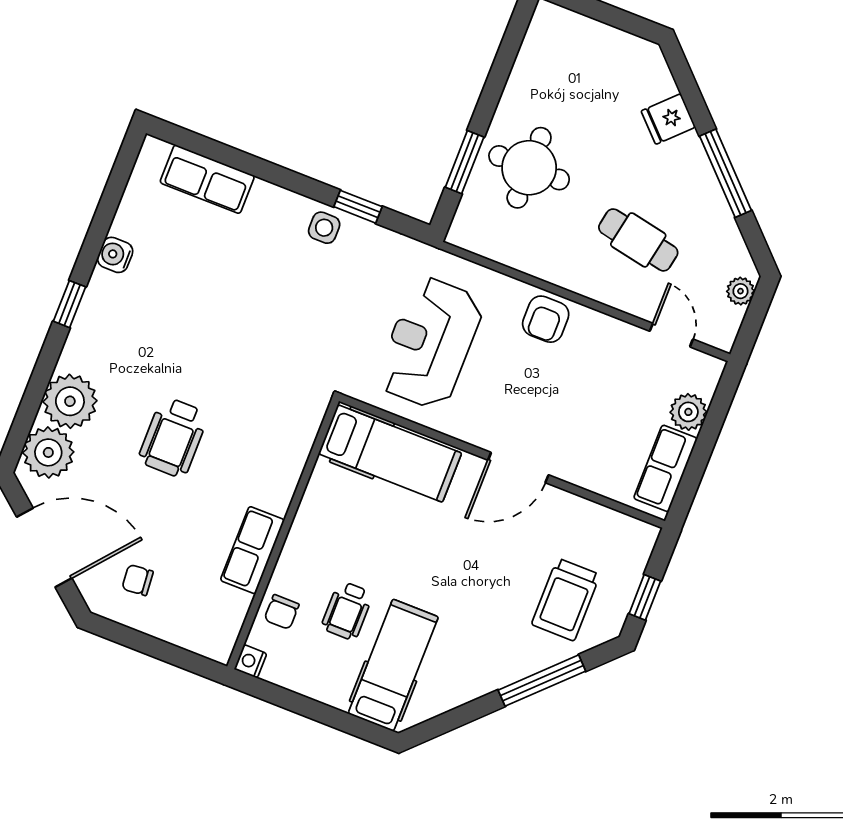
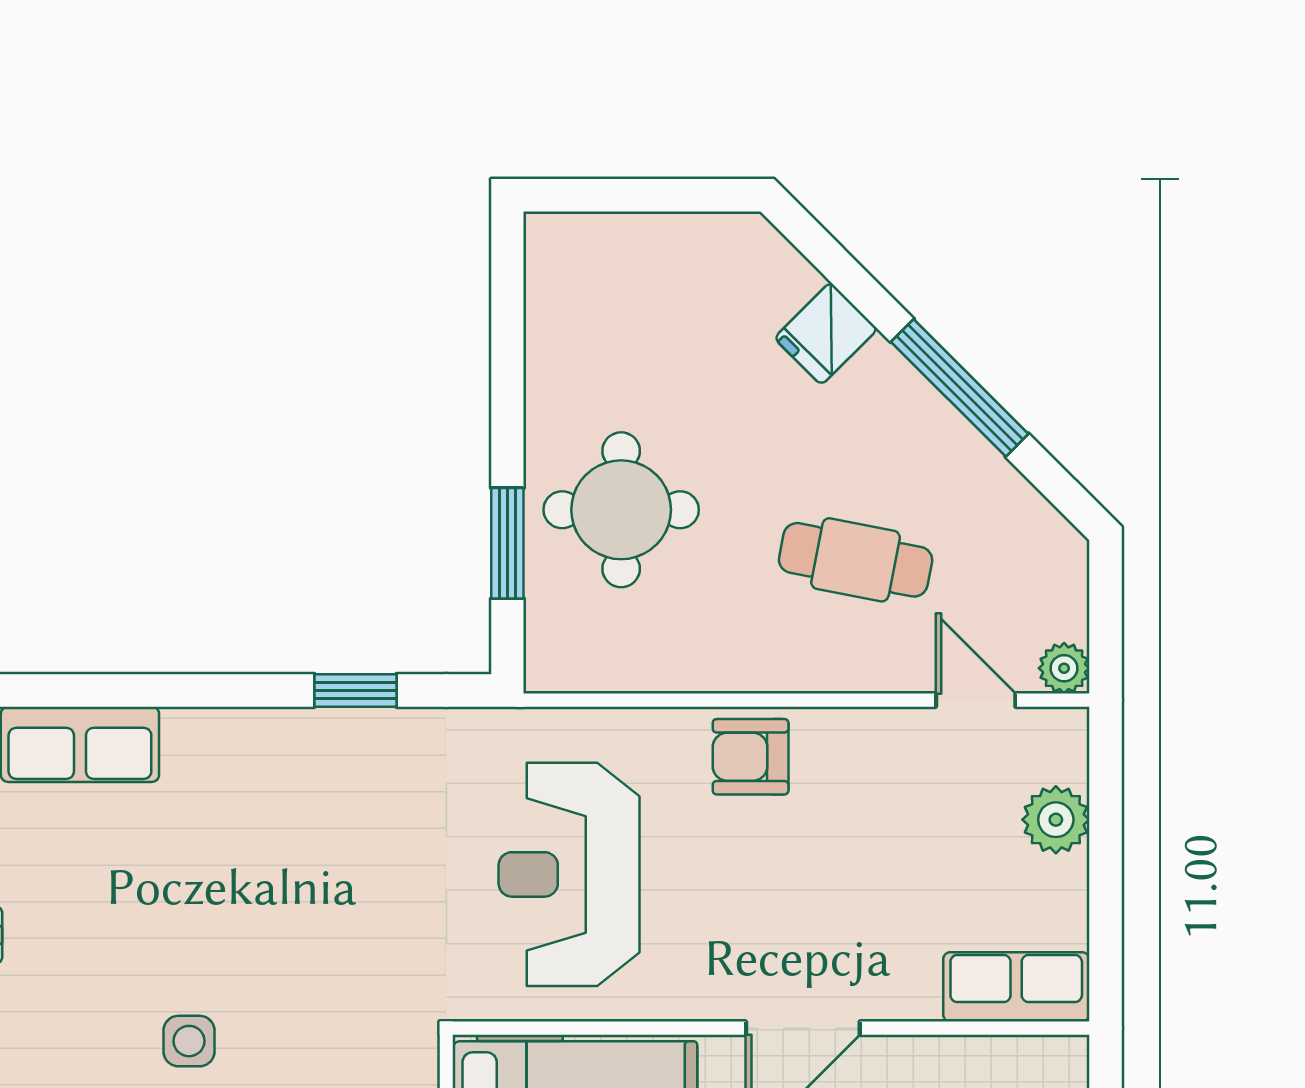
side table: (324, 228) -> (189, 1041), moved
plant: (740, 291) -> (1064, 668), moved
armchair: (546, 319) -> (751, 757), turned 90
row of seats: (665, 468) -> (1016, 987), moved, turned 90

